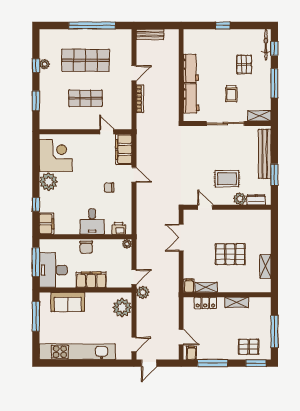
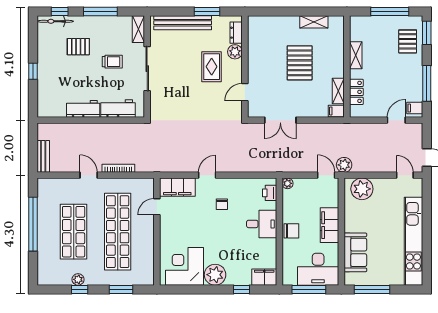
shop shelf: (86, 98) -> (118, 232), width x2.00, depth x1.36

